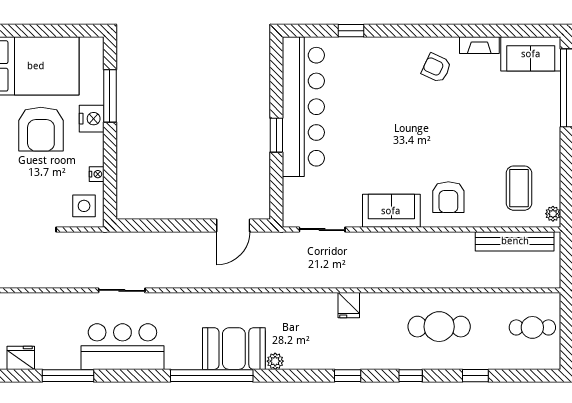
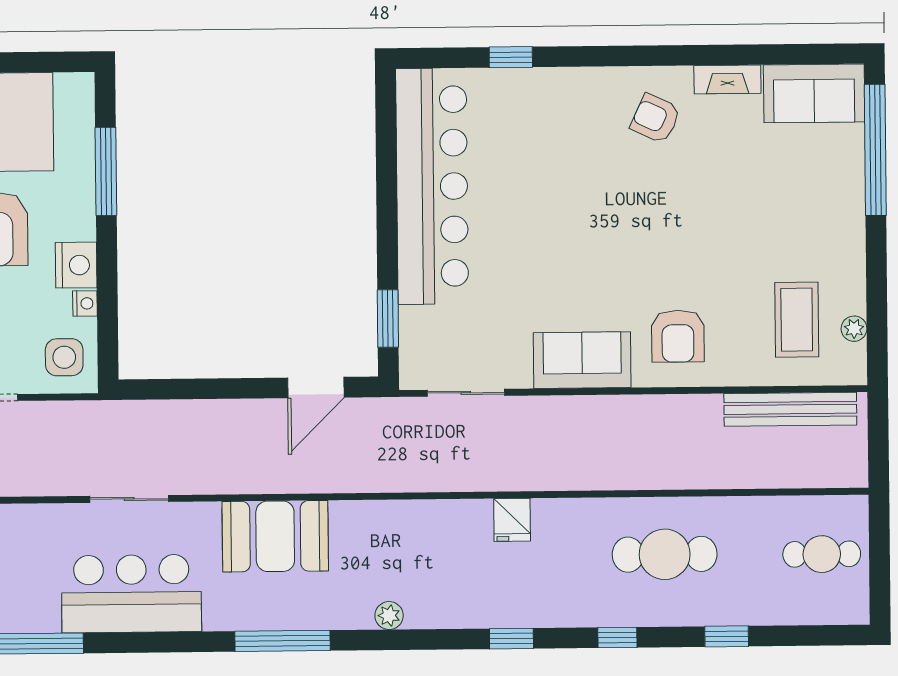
nightstand: (92, 119) -> (76, 265), moved
window: (276, 135) -> (388, 318), moved
plant: (553, 214) -> (854, 329), moved
booth: (234, 349) -> (275, 536), moved
window: (212, 376) -> (283, 641), width x0.68

